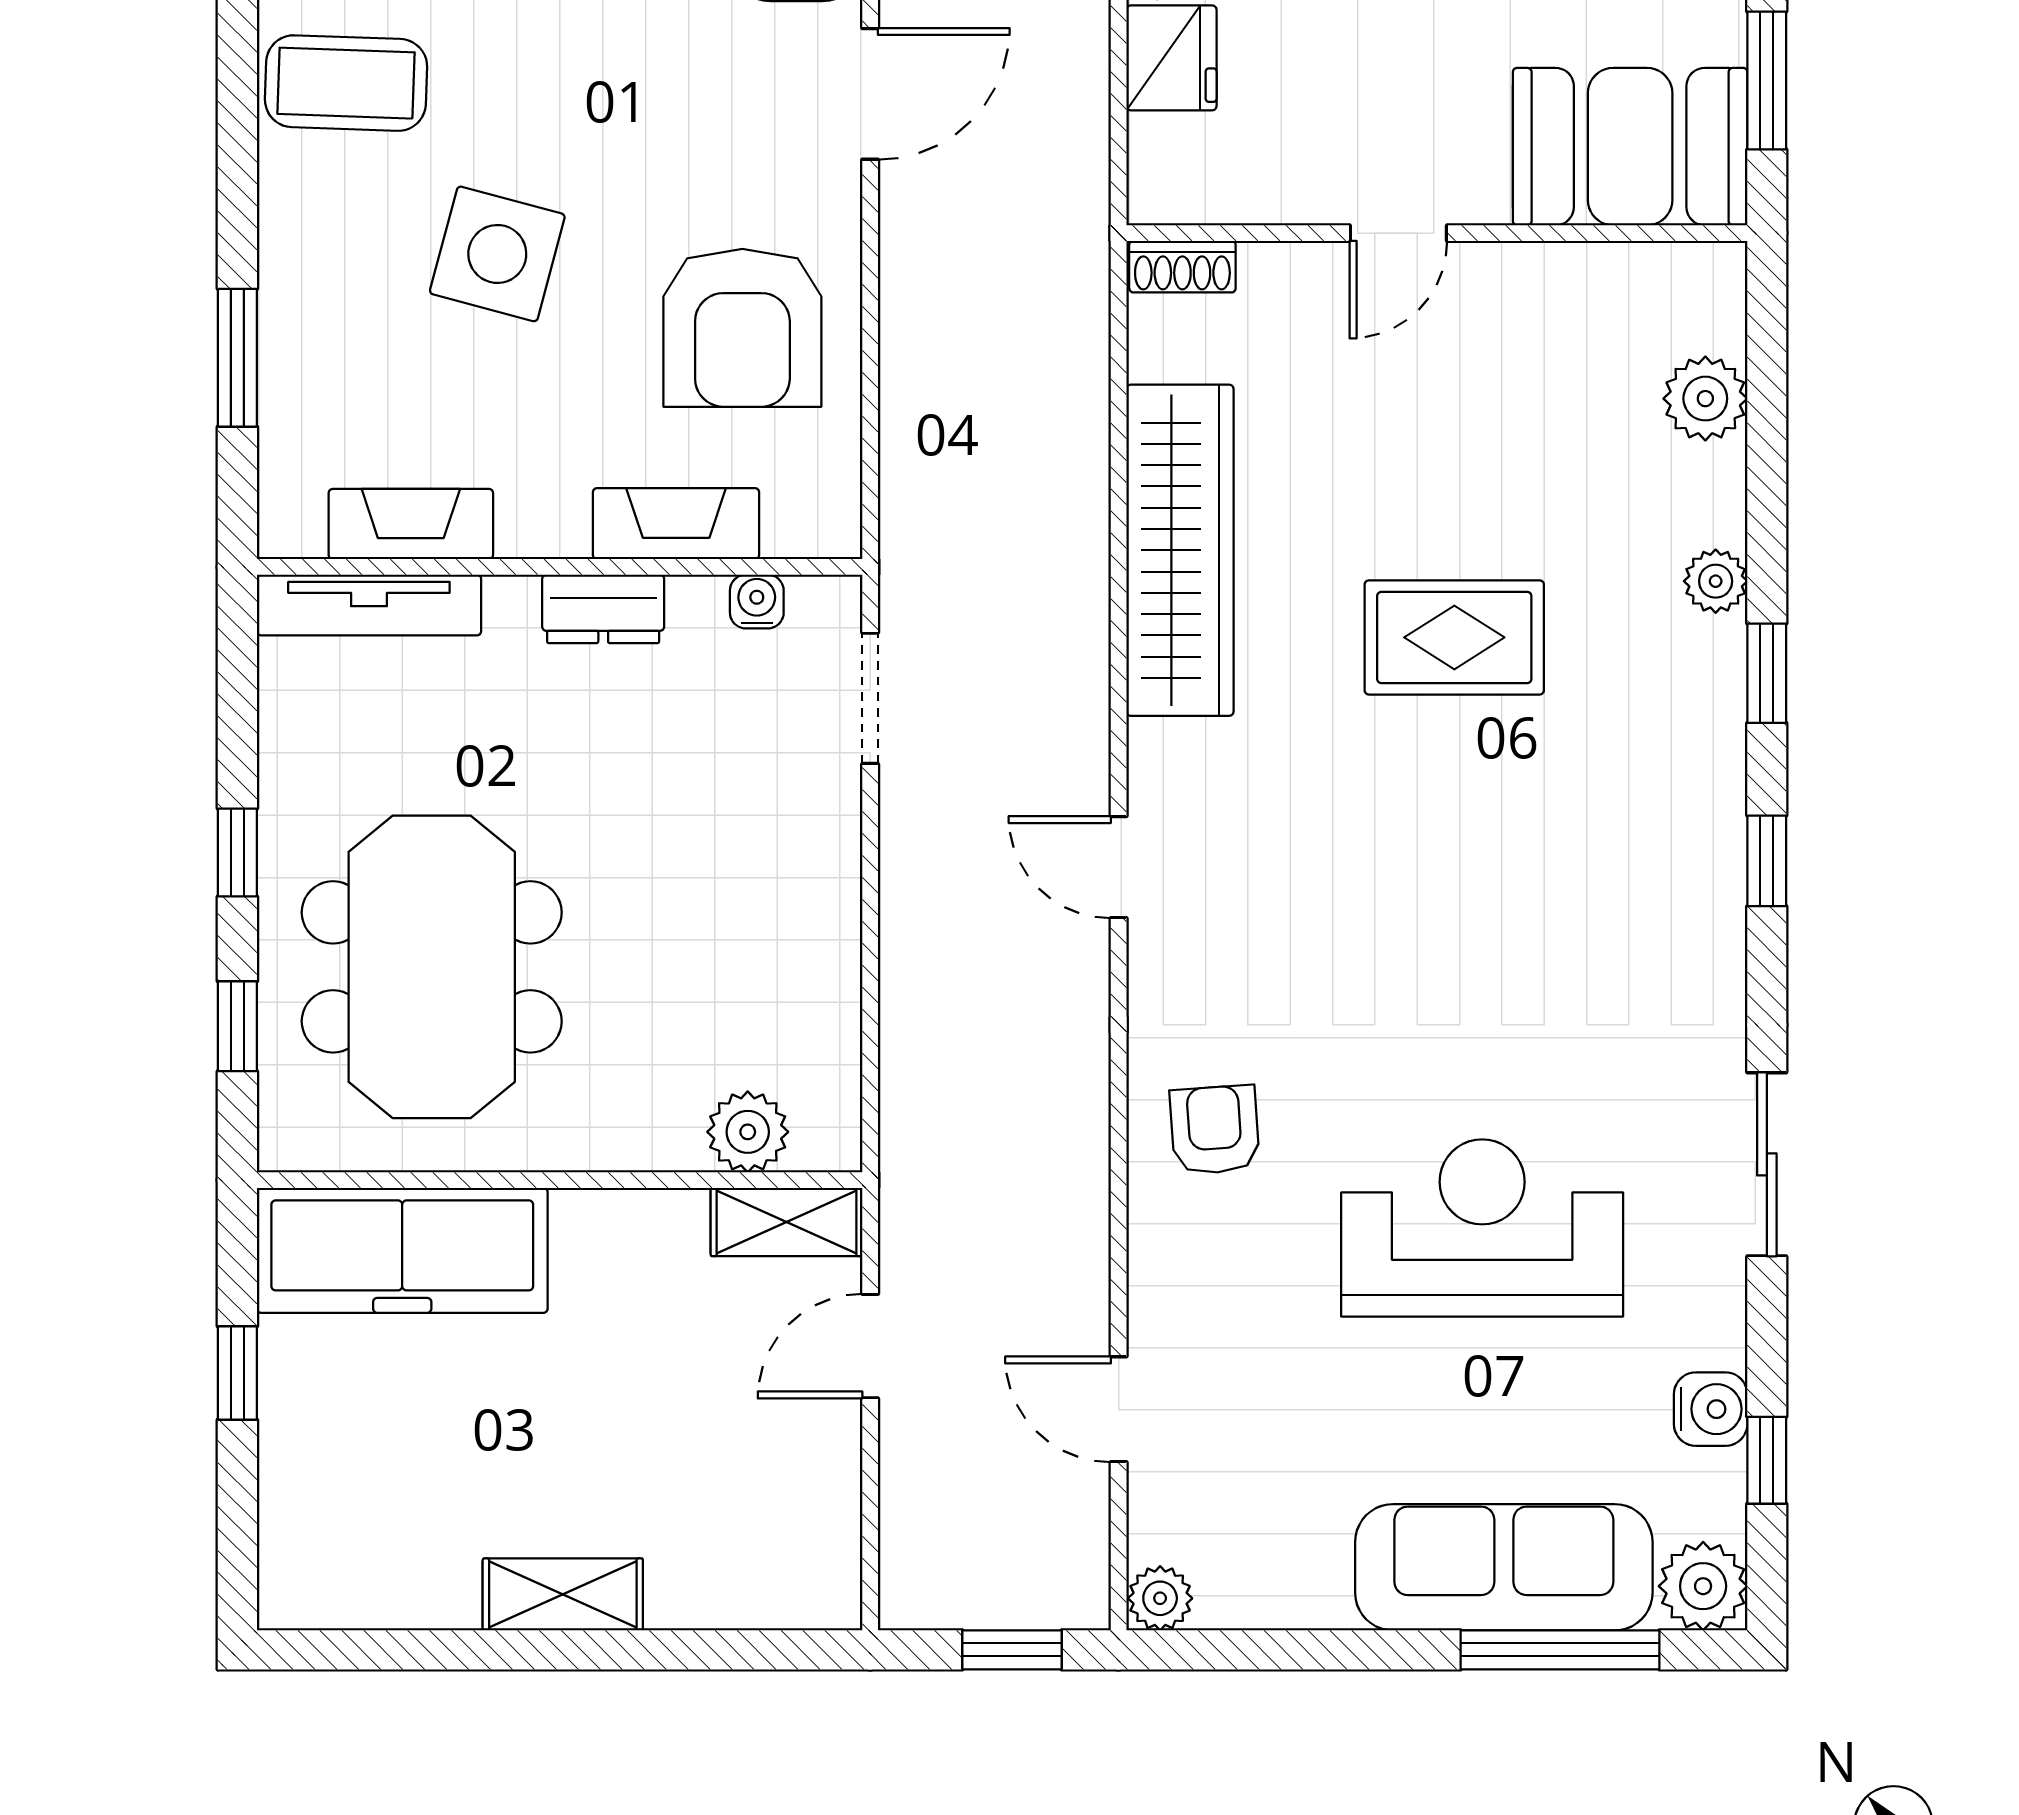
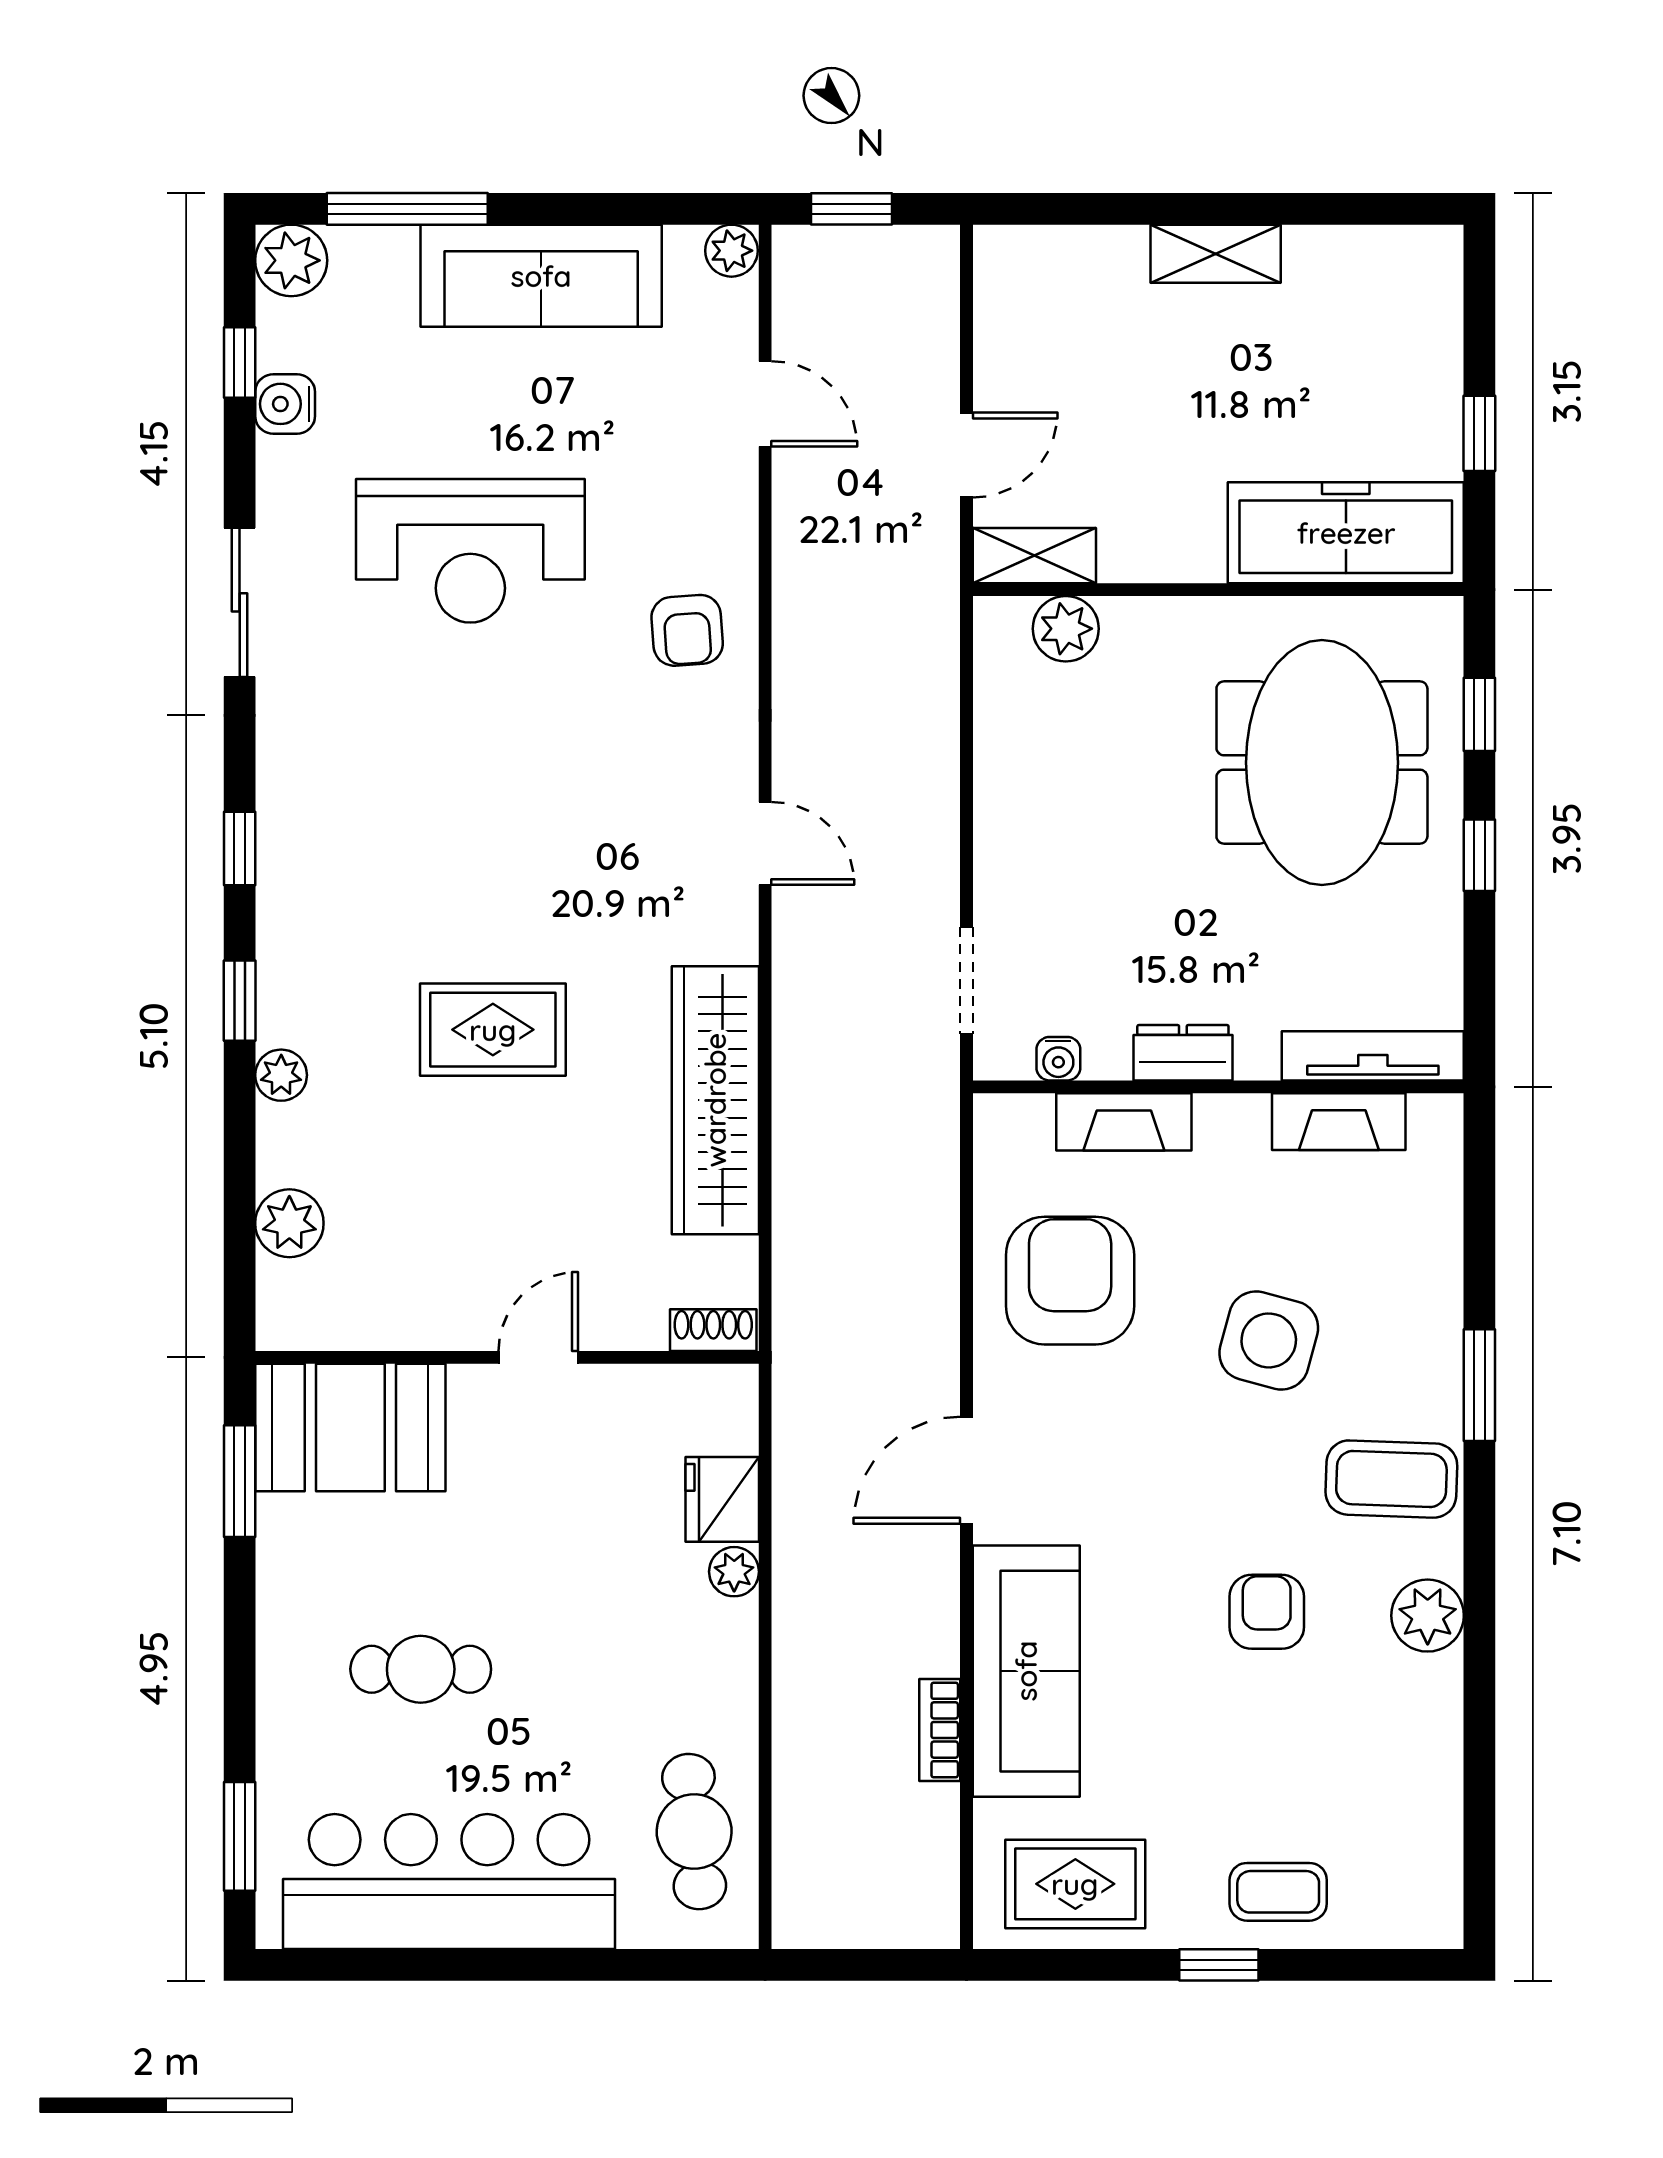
window: (237, 358) -> (1479, 1385), moved
sofa: (1504, 1567) -> (541, 276), moved

